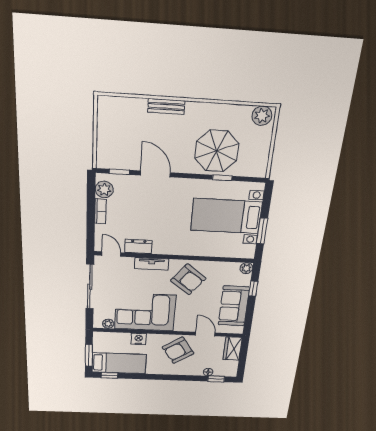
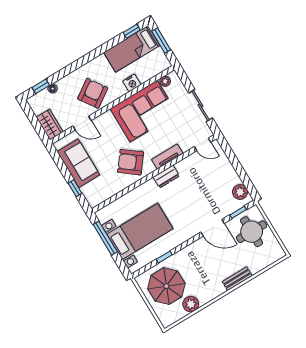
plant: (262, 116) -> (191, 304), moved
round table: (119, 144) -> (252, 232), added
parasol: (217, 151) -> (166, 286), moved
bookcase: (100, 211) -> (232, 173), removed
window: (262, 231) -> (105, 238), width x1.44
dresser: (138, 246) -> (166, 177), moved
plant: (246, 268) -> (94, 201), removed
sliding door: (90, 287) -> (201, 106), width x0.73

